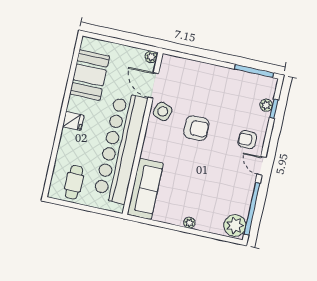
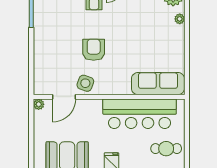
bar counter: (121, 148) -> (140, 114), width x0.73
plant: (189, 223) -> (180, 19), moved

